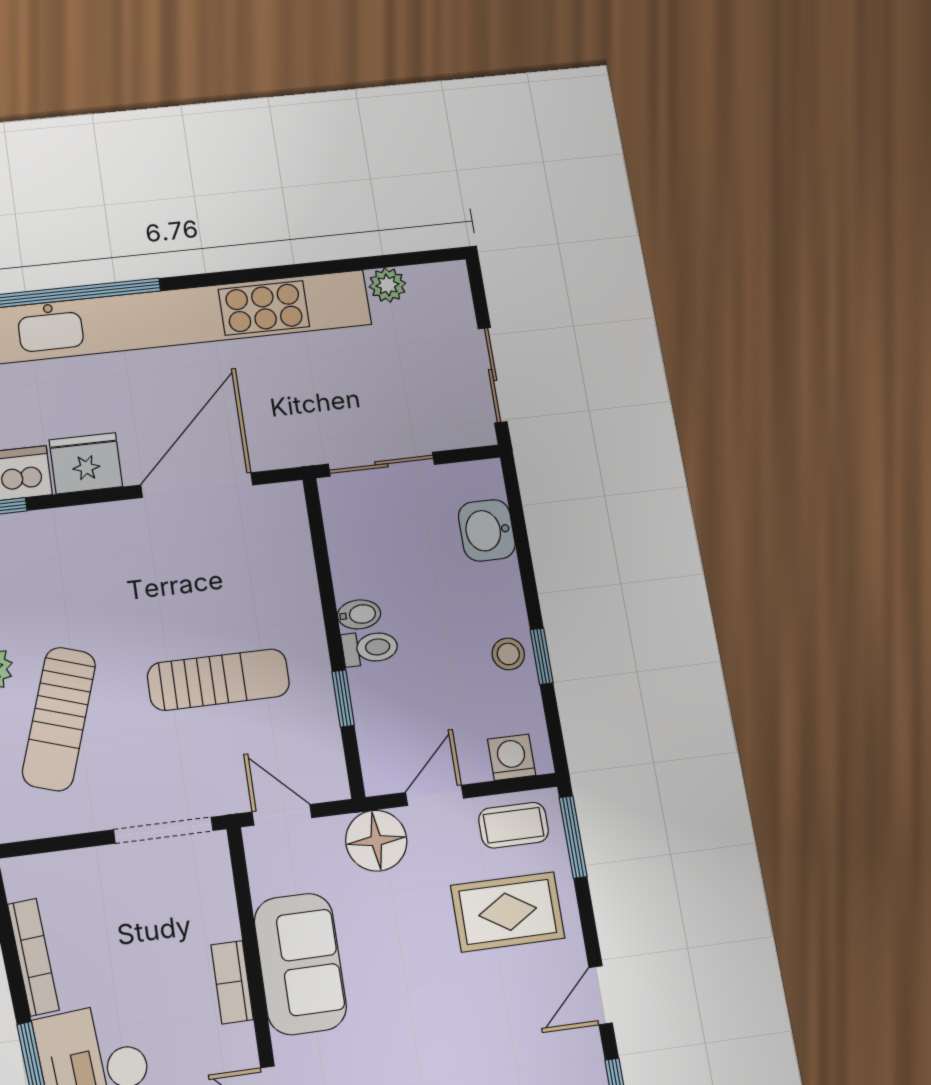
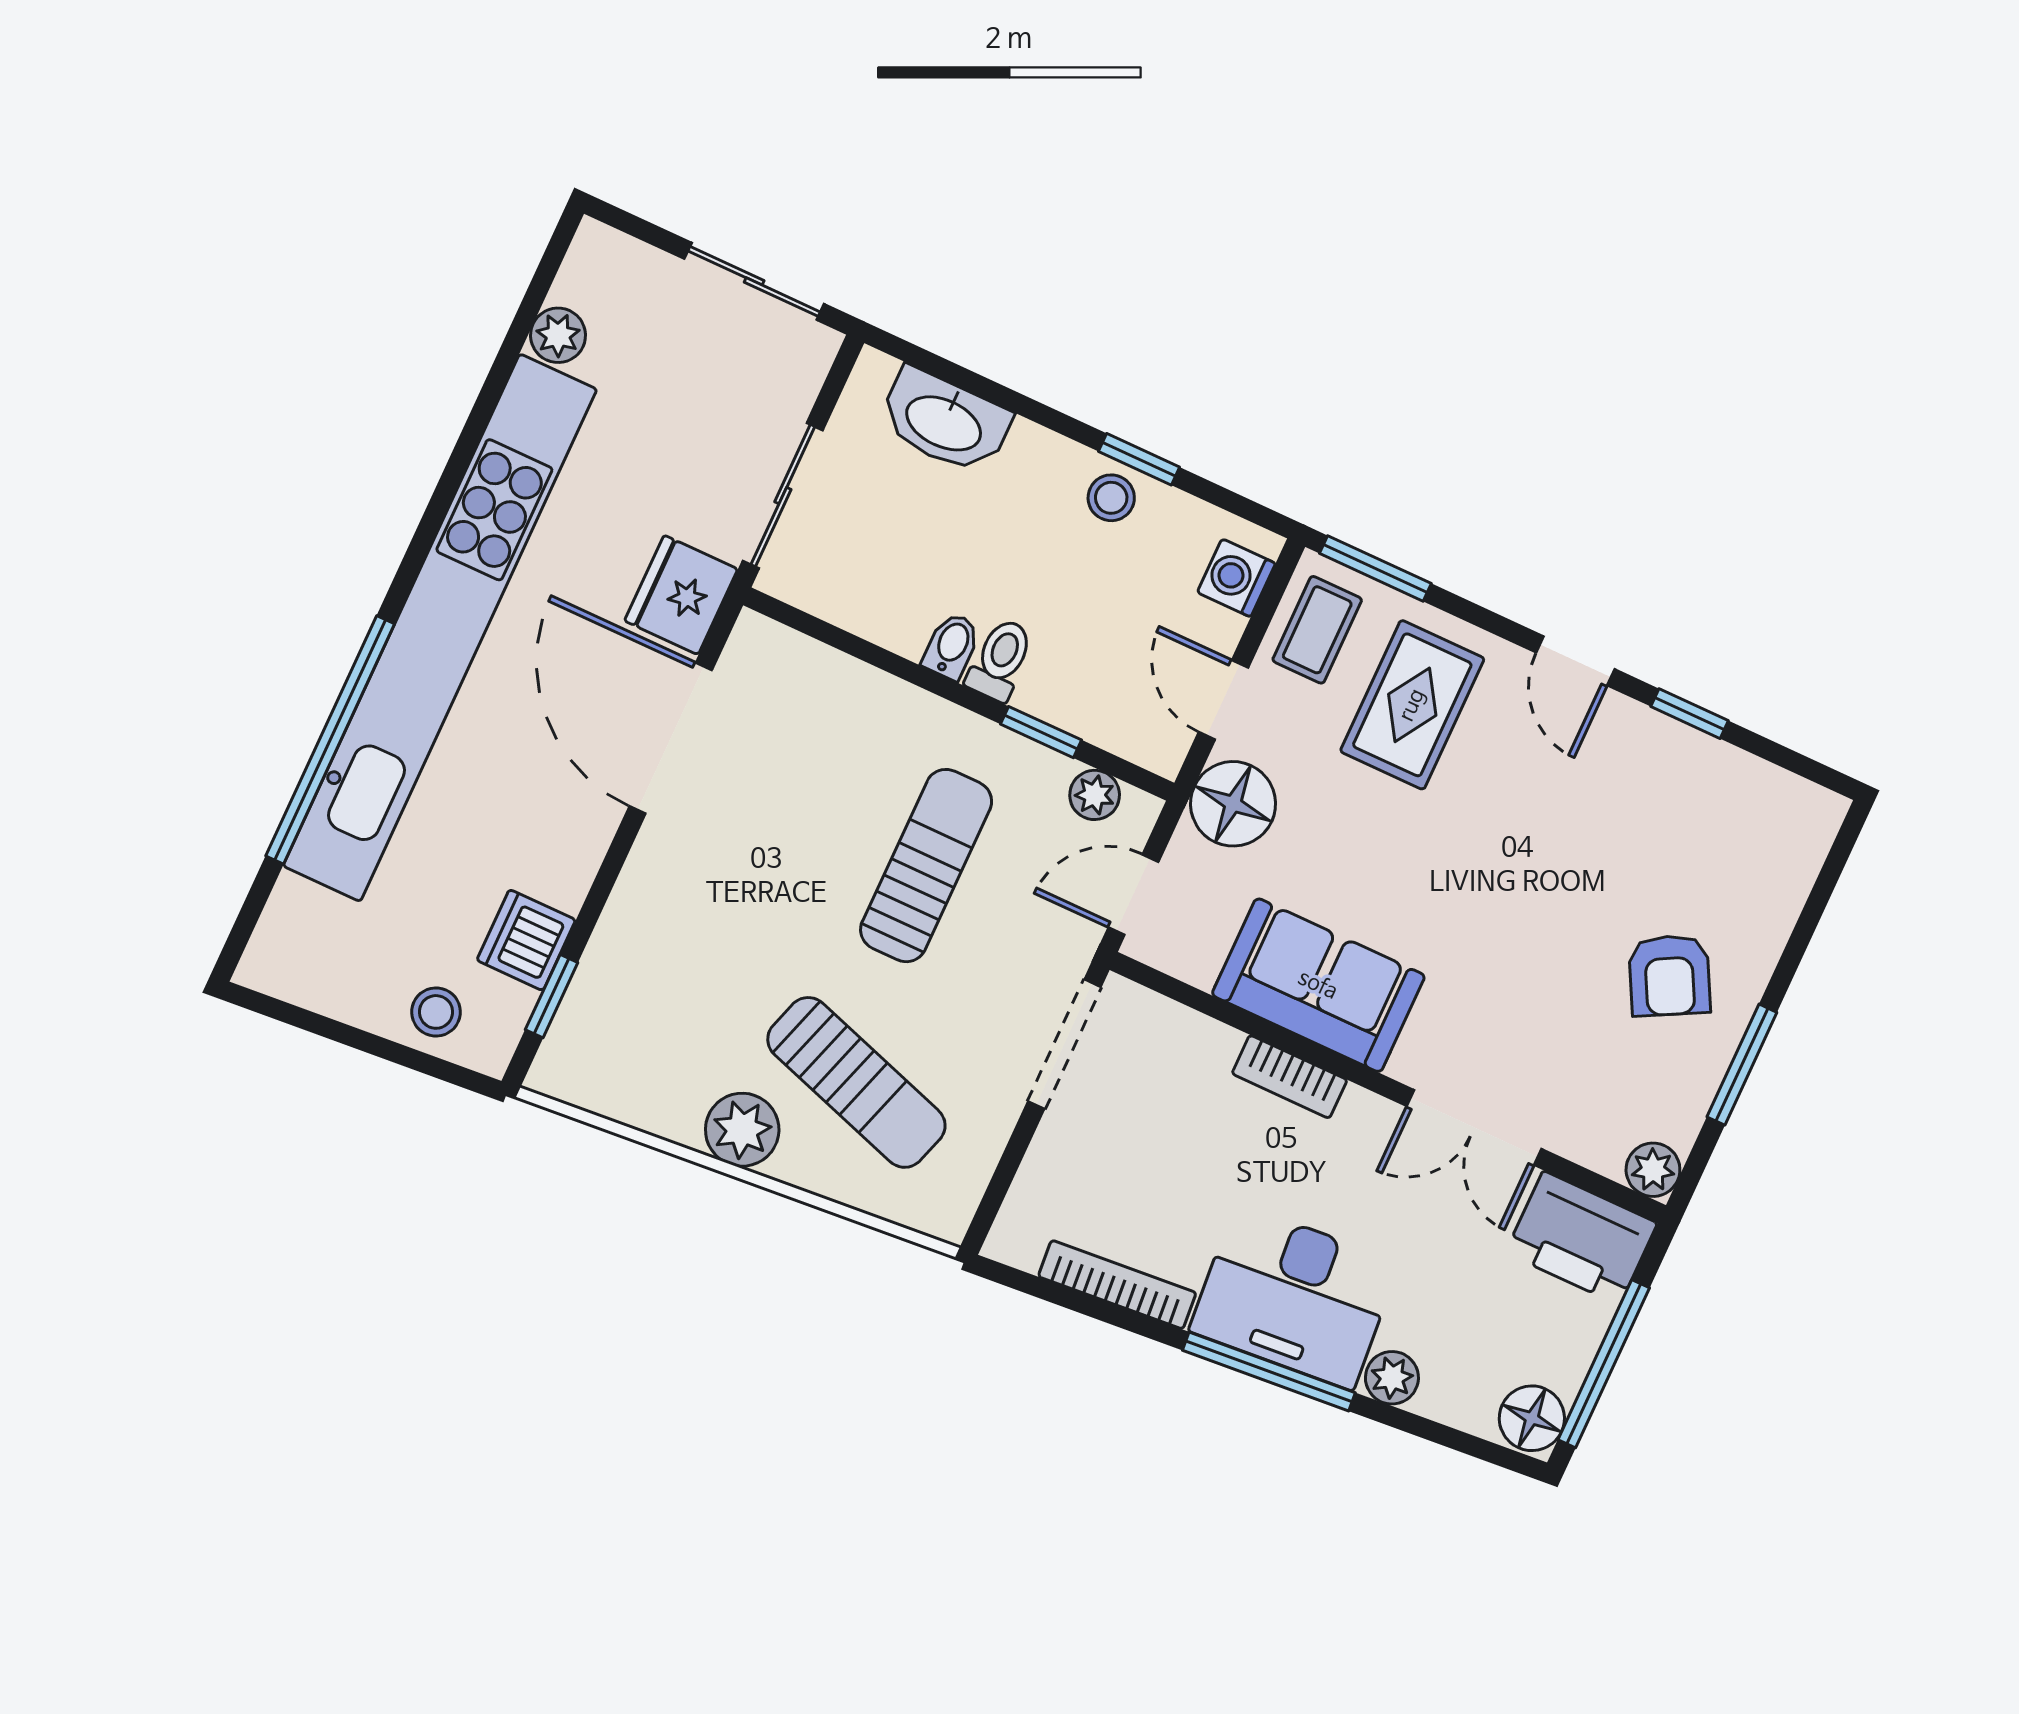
fridge: (86, 463) -> (681, 595), moved
washbasin: (487, 530) -> (945, 421), width x1.38
plant: (327, 754) -> (1095, 795), added

